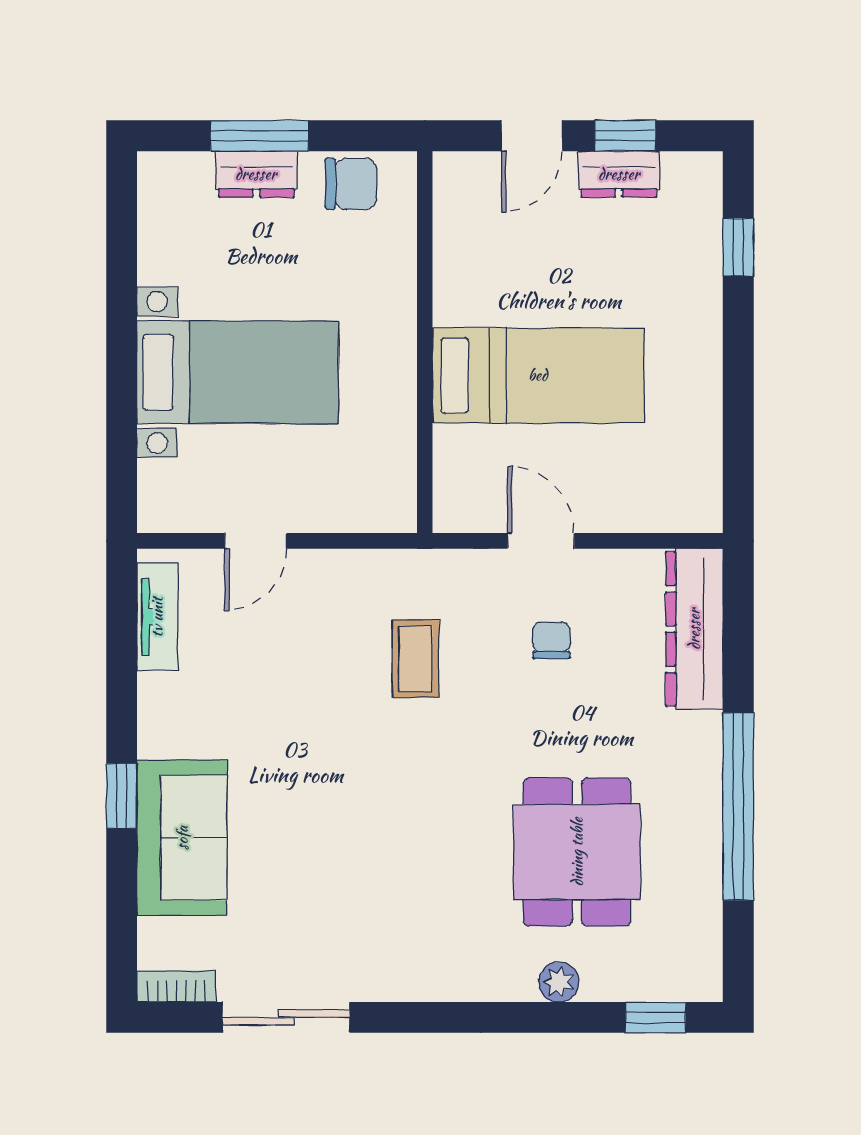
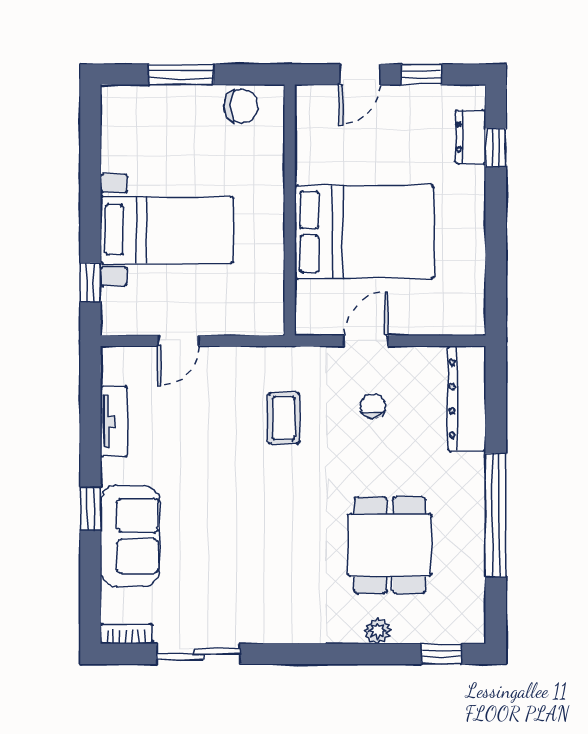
dresser: (256, 174) -> (179, 100), removed
dresser: (619, 174) -> (470, 137), moved, turned 90
bed: (538, 375) -> (364, 232), width x1.50
window: (122, 452) -> (90, 282), added
door: (541, 541) -> (366, 341), hinge flipped
tv unit: (157, 617) -> (114, 421), moved

